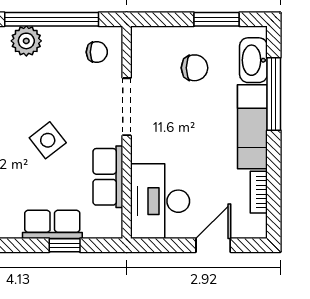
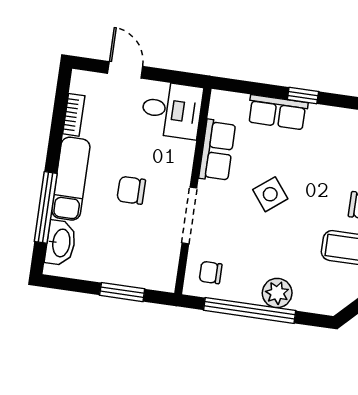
window: (217, 19) -> (122, 292), moved
chair: (195, 68) -> (131, 190), moved
desk: (160, 201) -> (172, 110), width x0.73
window: (65, 245) -> (303, 96), moved
door: (213, 245) -> (125, 70), swing flipped

